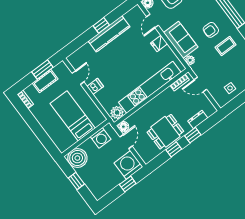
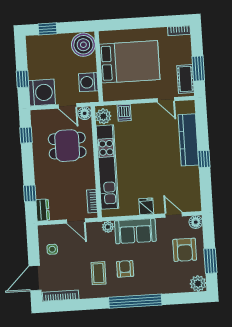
kitchen counter: (109, 34) -> (188, 140), moved
cot: (45, 81) -> (186, 79), moved
door: (200, 85) -> (76, 221), swing flipped
dishwasher: (95, 86) -> (124, 113), moved
bed: (73, 116) -> (130, 62), width x1.50
dresser: (198, 120) -> (43, 210), moved
dining table: (165, 132) -> (67, 146), moved, turned 90
window: (193, 135) -> (30, 193), moved
window: (174, 149) -> (26, 135), moved
window: (76, 181) -> (48, 29), moved

